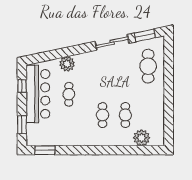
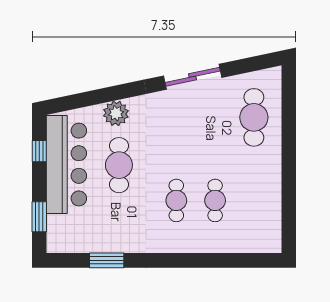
window: (145, 35) -> (248, 65), removed
cafe table: (69, 94) -> (119, 165), width x1.37, depth x1.35
plant: (142, 138) -> (243, 239), removed
window: (45, 150) -> (107, 260), moved

